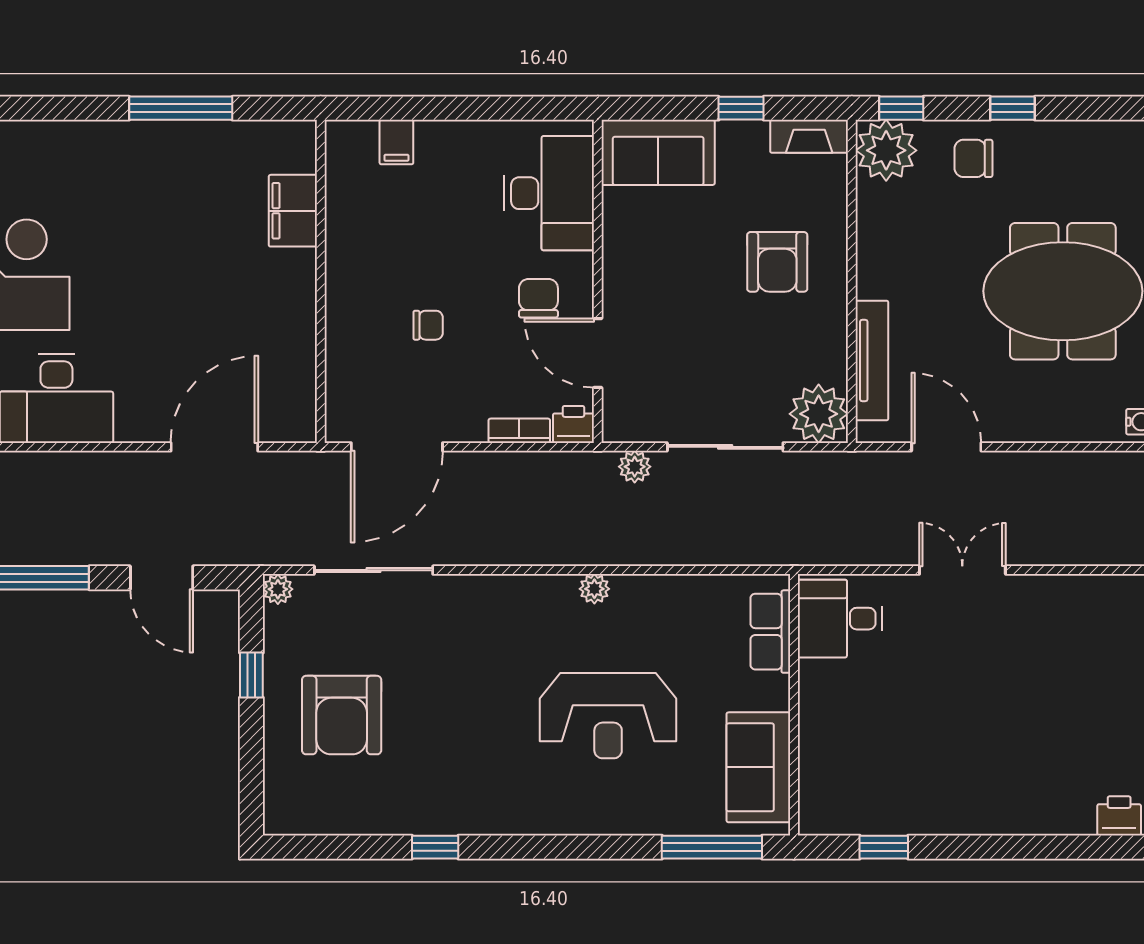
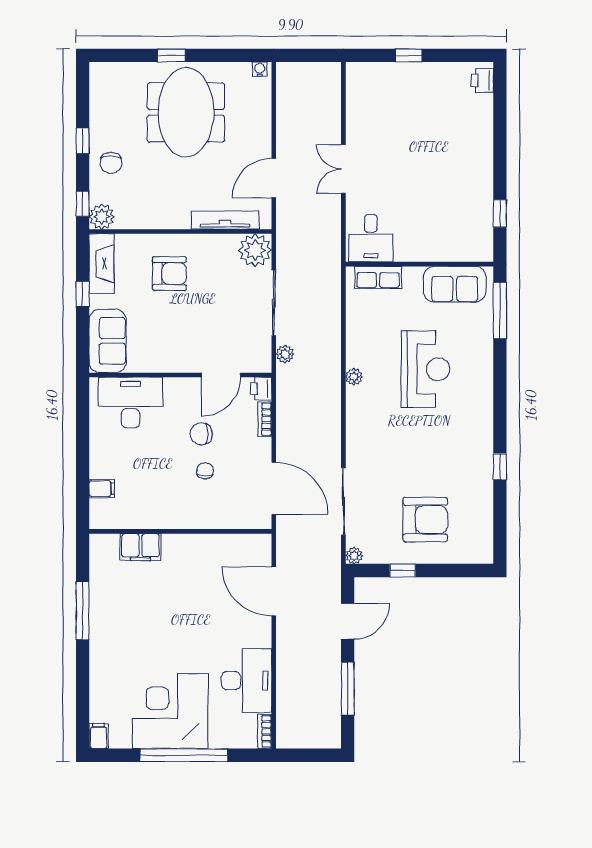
fireplace: (809, 136) -> (101, 264), width x1.37, depth x1.32
plant: (886, 150) -> (102, 217), width x0.73, depth x0.73
chair: (538, 298) -> (201, 434), moved

